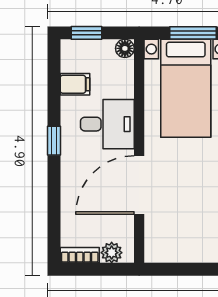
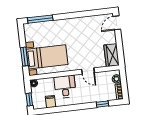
window: (54, 141) -> (102, 104), moved
door: (139, 185) -> (88, 71), width x0.53
wardrobe: (171, 247) -> (112, 55), added

